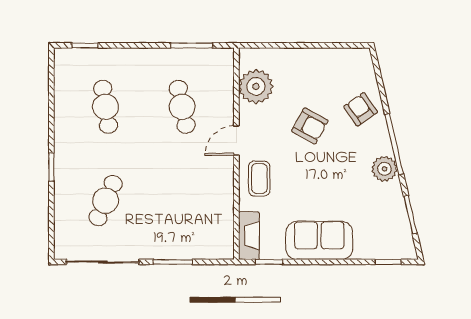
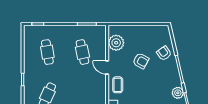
door: (236, 141) -> (107, 68), hinge flipped
plant: (384, 169) -> (178, 93), moved

